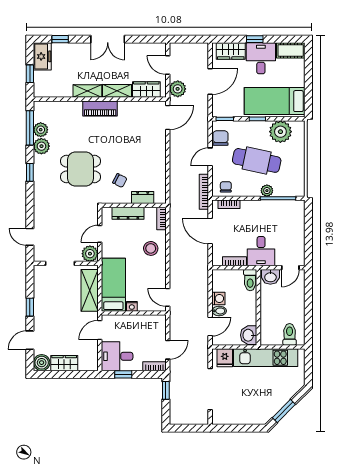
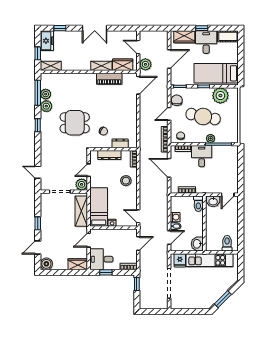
shelving: (87, 91) -> (51, 66), moved
piano: (100, 108) -> (109, 79), moved
desk: (261, 251) -> (202, 156), moved, turned 180
door: (168, 350) -> (138, 244), moved
wardrobe: (64, 363) -> (78, 264), moved

